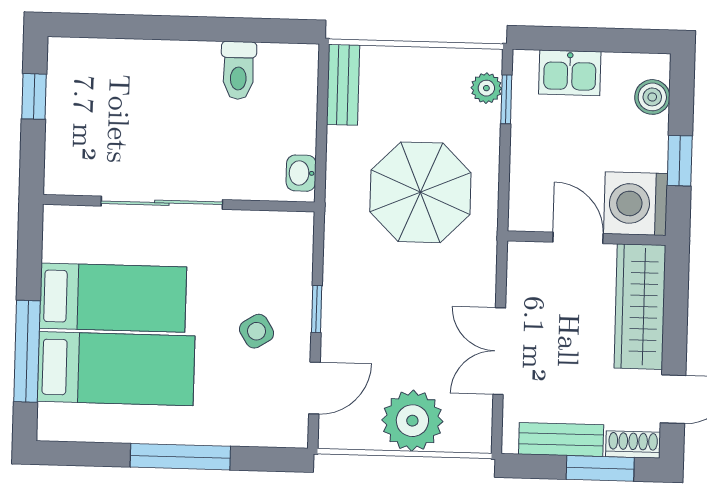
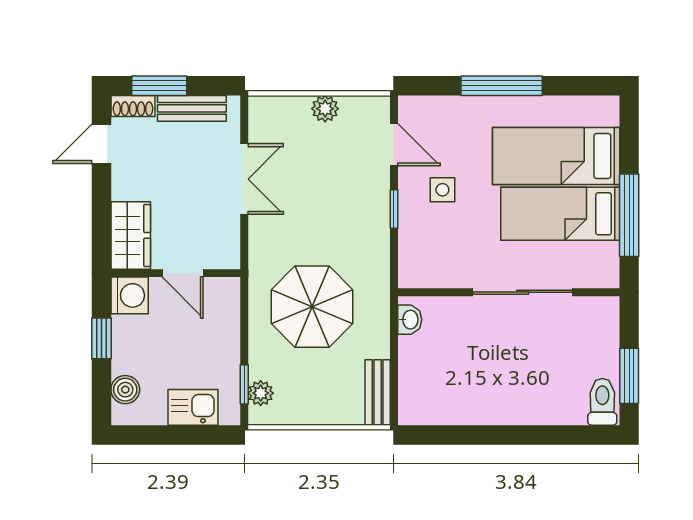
toilet: (238, 70) -> (602, 402), moved
window: (34, 96) -> (629, 376), width x1.50
washing machine: (636, 204) -> (130, 295), width x0.73, depth x0.73
wardrobe: (640, 307) -> (131, 235), width x0.67
side table: (257, 331) -> (442, 190), turned 32
window: (27, 351) -> (629, 215), moved
door: (314, 388) -> (394, 145), swing flipped
plant: (412, 421) -> (325, 109), width x0.53, depth x0.53

